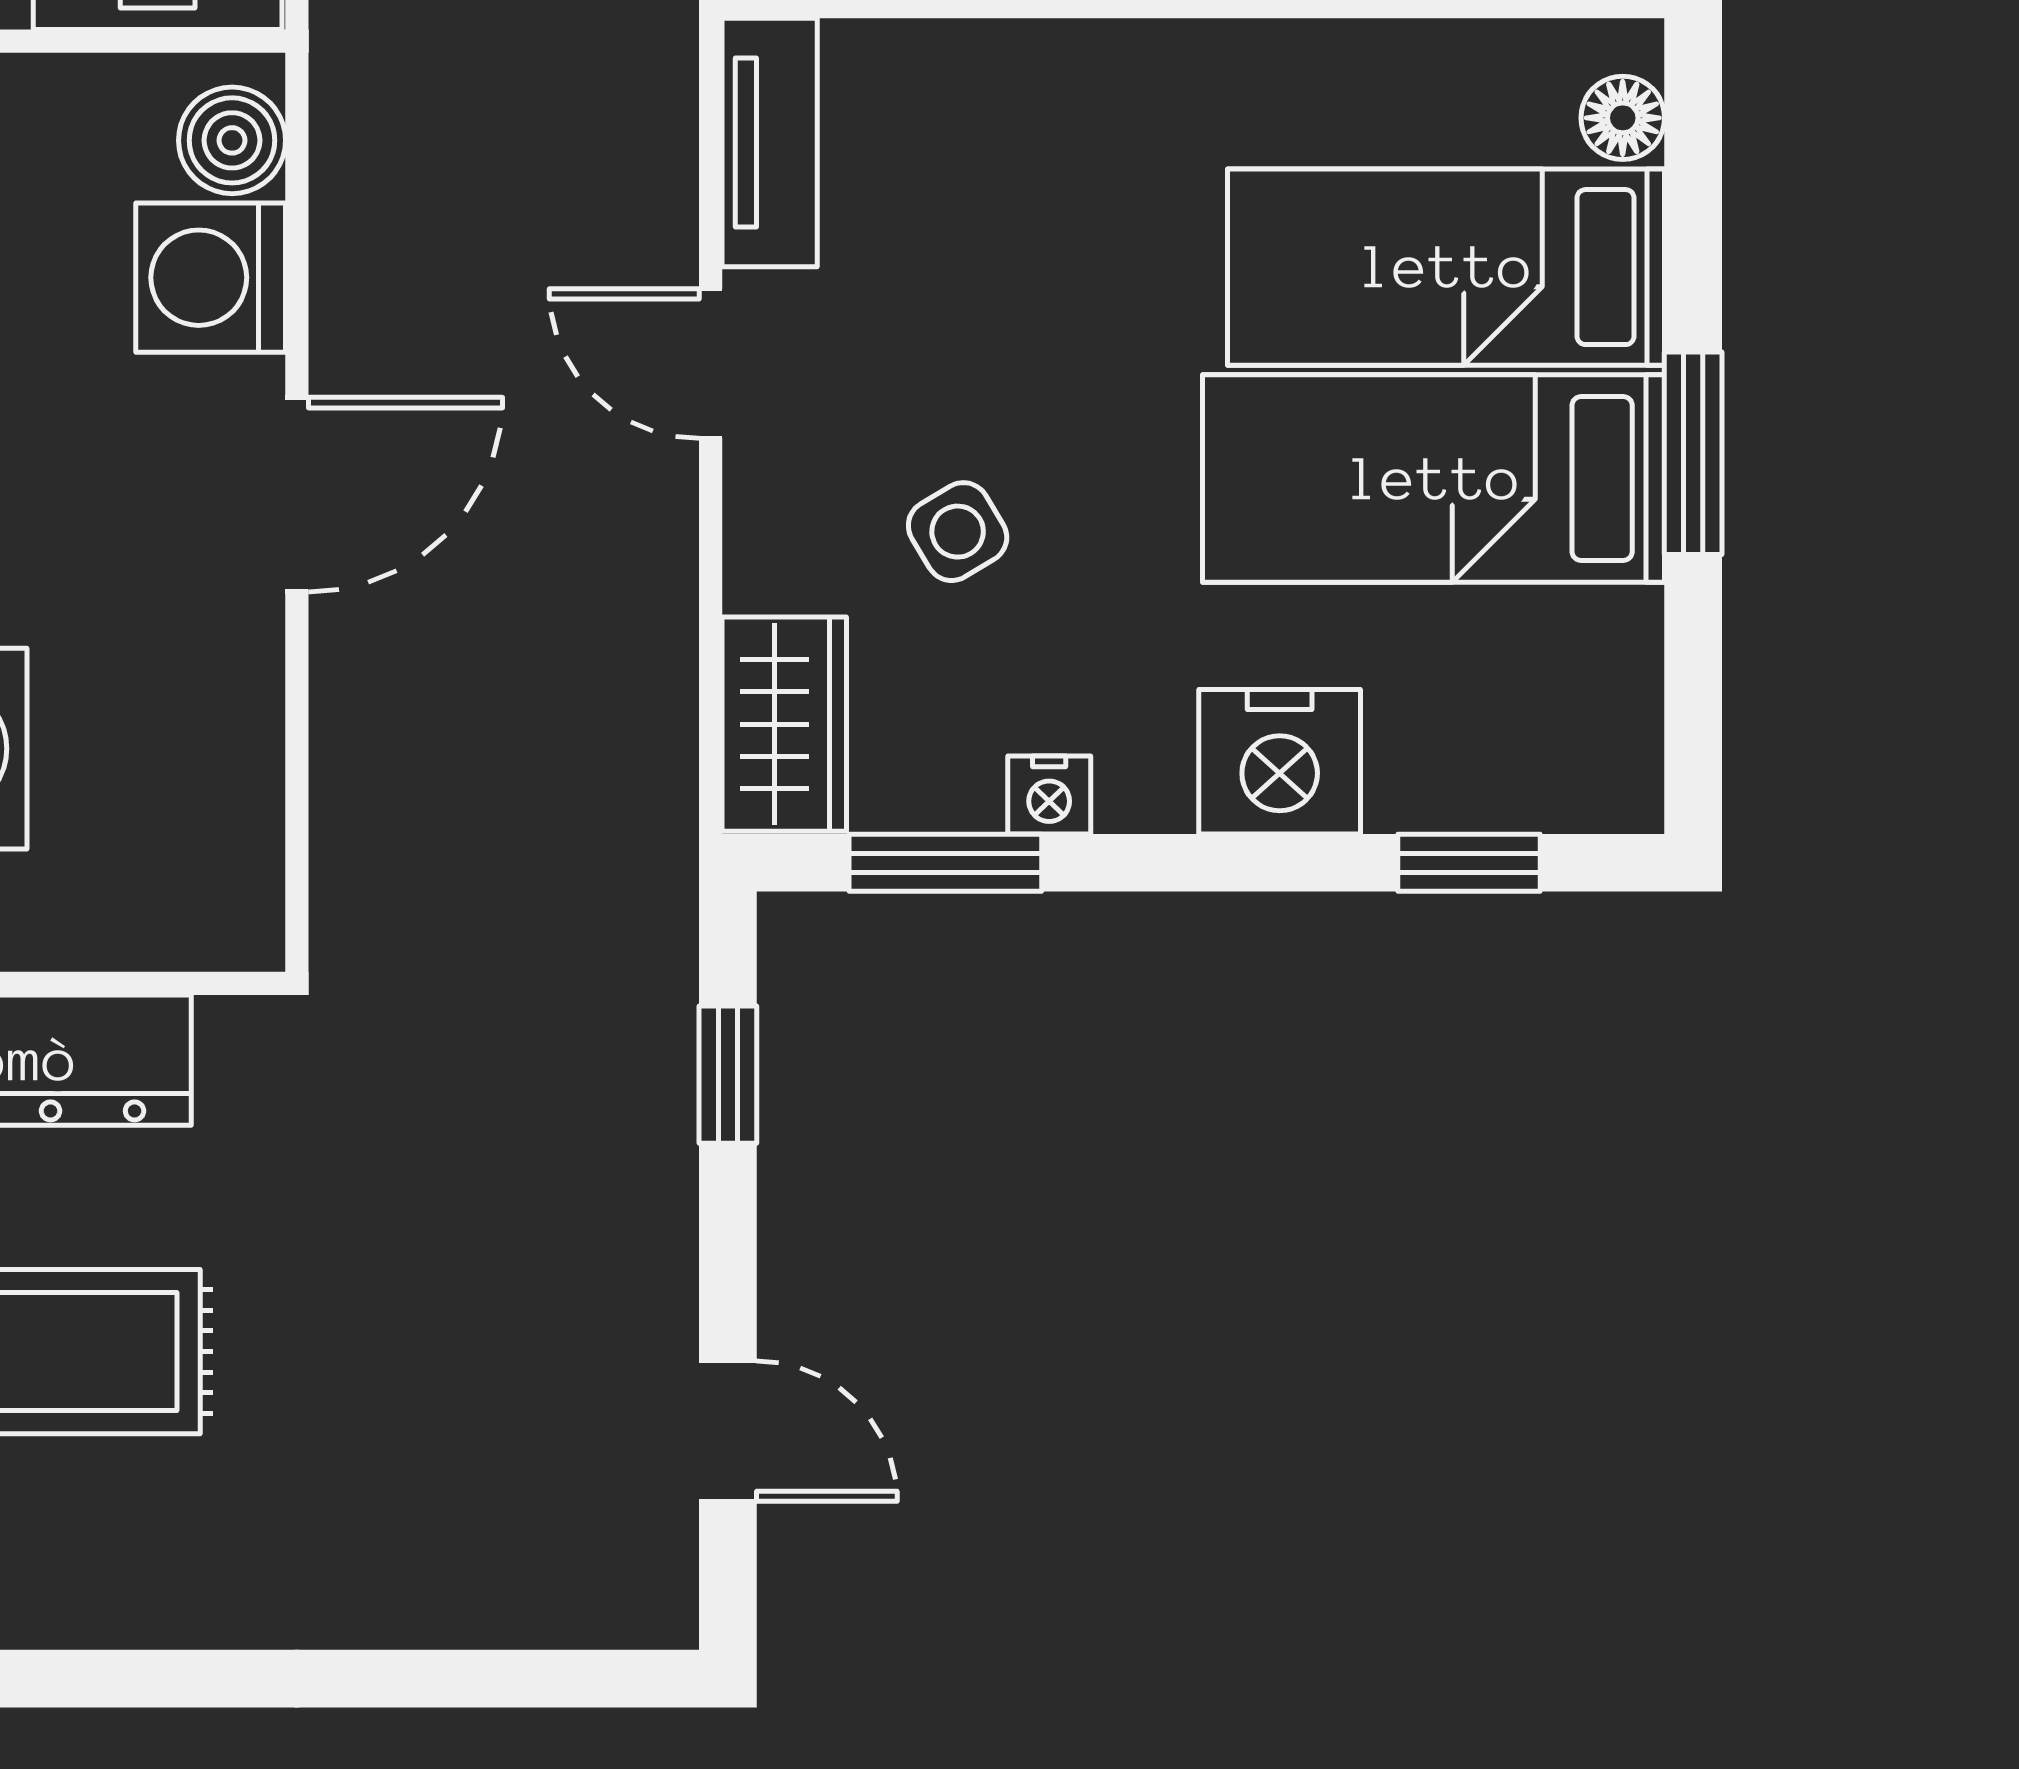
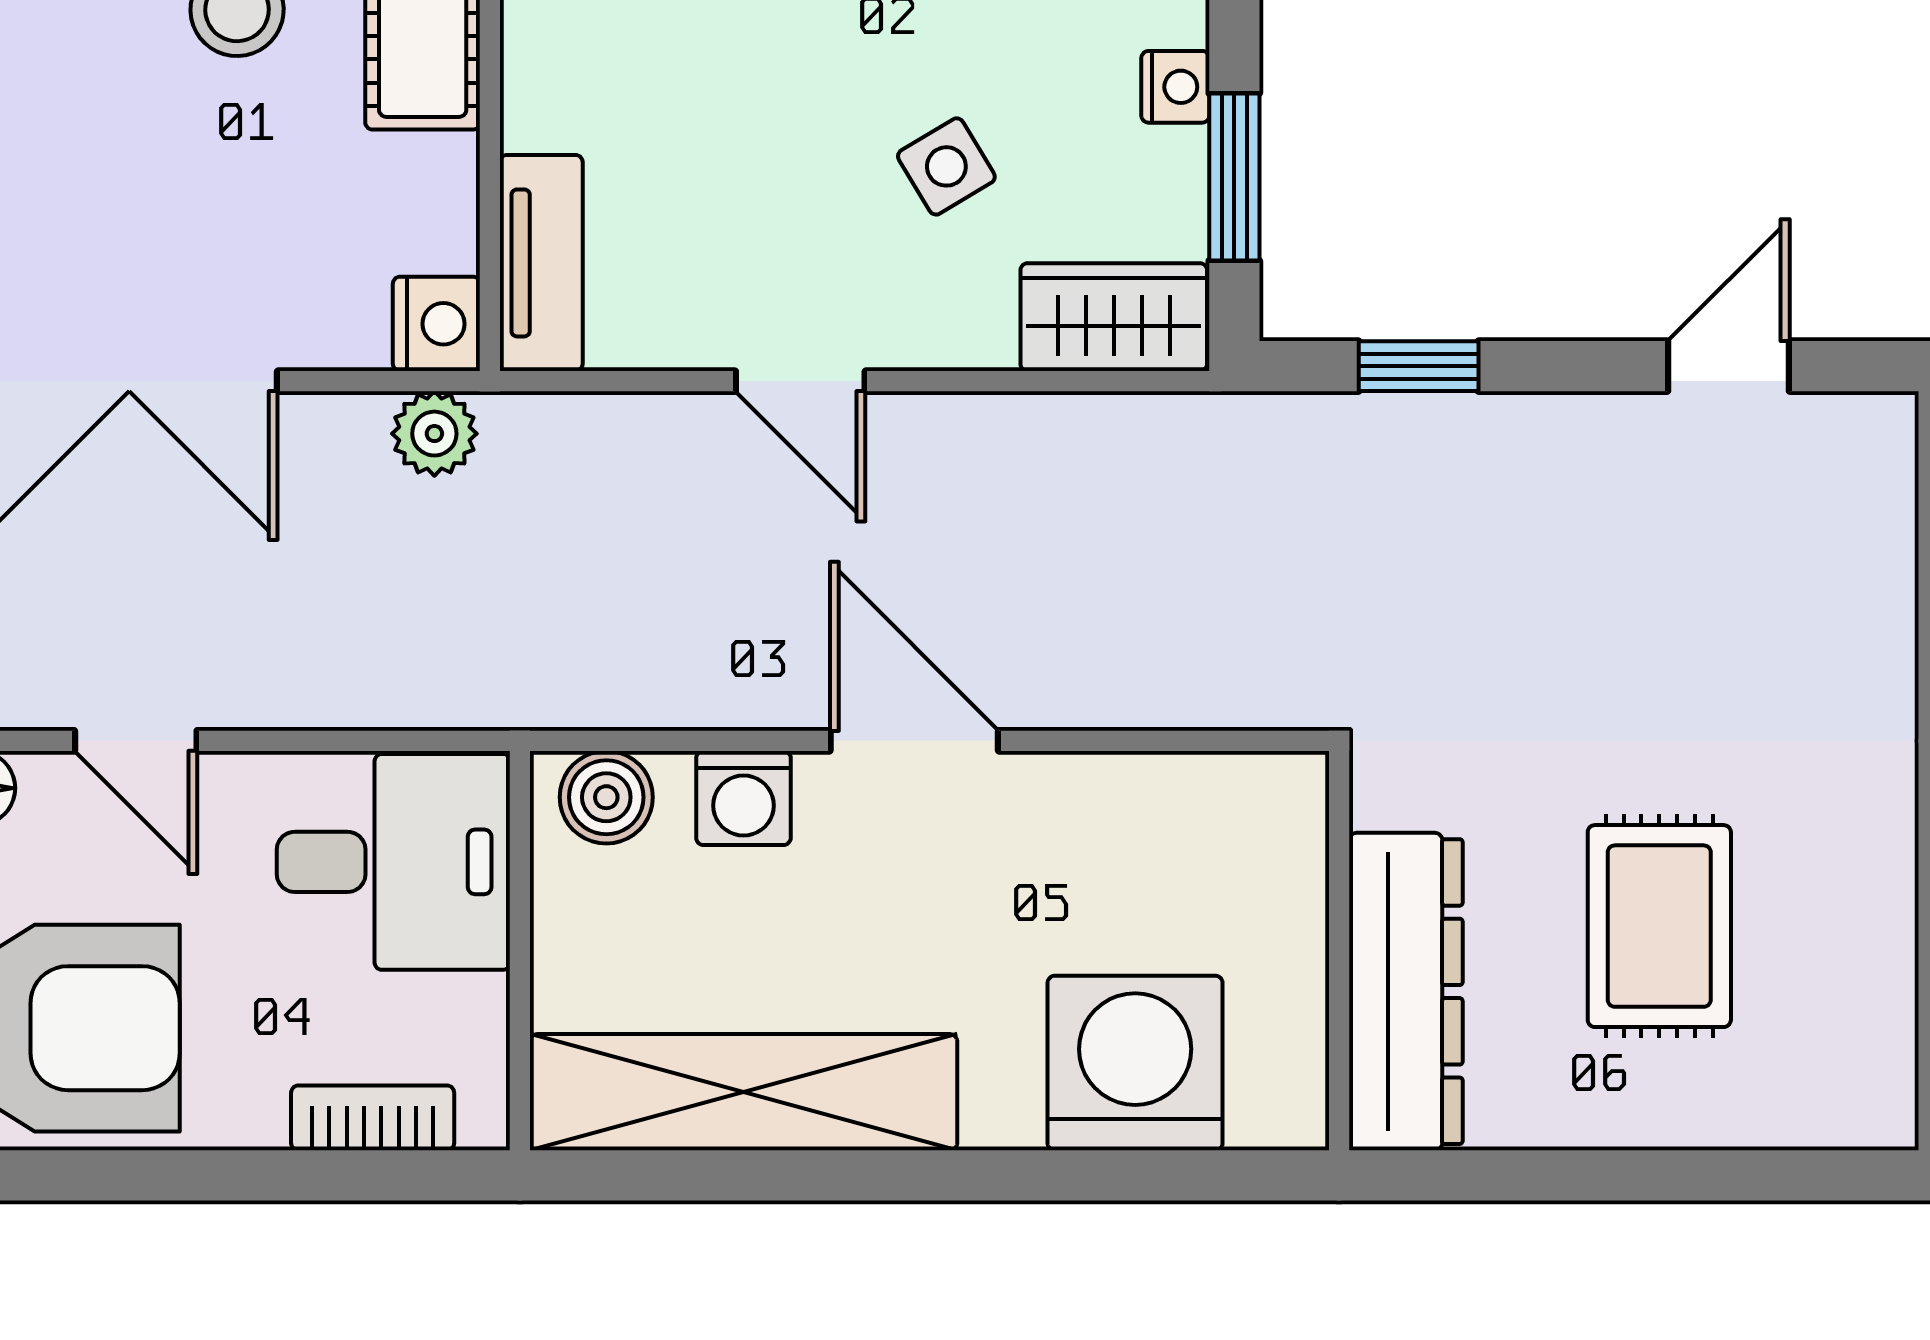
tv unit: (770, 142) -> (541, 263), moved, turned 90
washing machine: (211, 278) -> (743, 798), width x0.73, depth x0.73
door: (711, 364) -> (800, 381), hinge flipped

